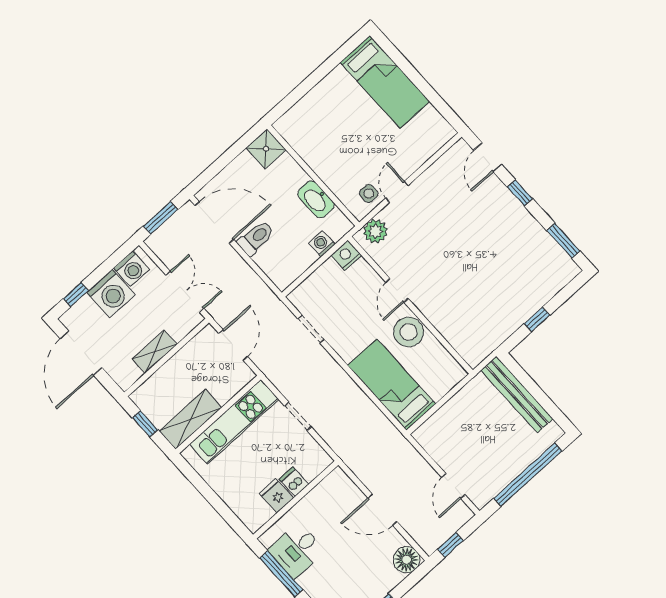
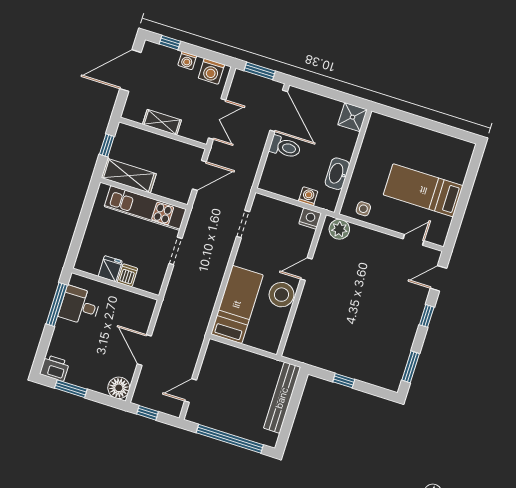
bed: (385, 82) -> (423, 190), moved, turned 90
door: (397, 192) -> (414, 240), moved
washing machine: (111, 293) -> (187, 61), width x0.53, depth x0.53

